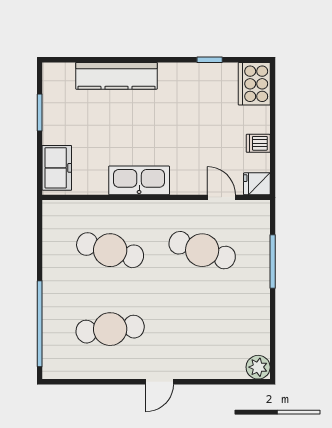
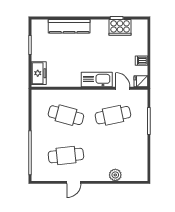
cooker: (254, 84) -> (120, 27), moved, turned -90
kitchen sink: (139, 180) -> (97, 80), moved
cafe table: (202, 250) -> (113, 115), turned -30
plant: (258, 367) -> (115, 175), moved
door: (160, 382) -> (74, 182), moved

